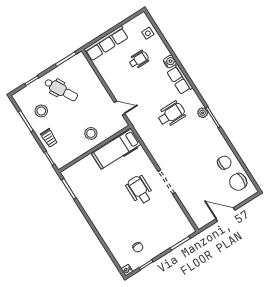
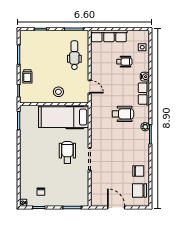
dental chair: (61, 90) -> (74, 55), moved, turned -151
stool: (41, 111) -> (34, 54), removed
hospital bed: (116, 149) -> (64, 117), width x1.37, depth x1.29

